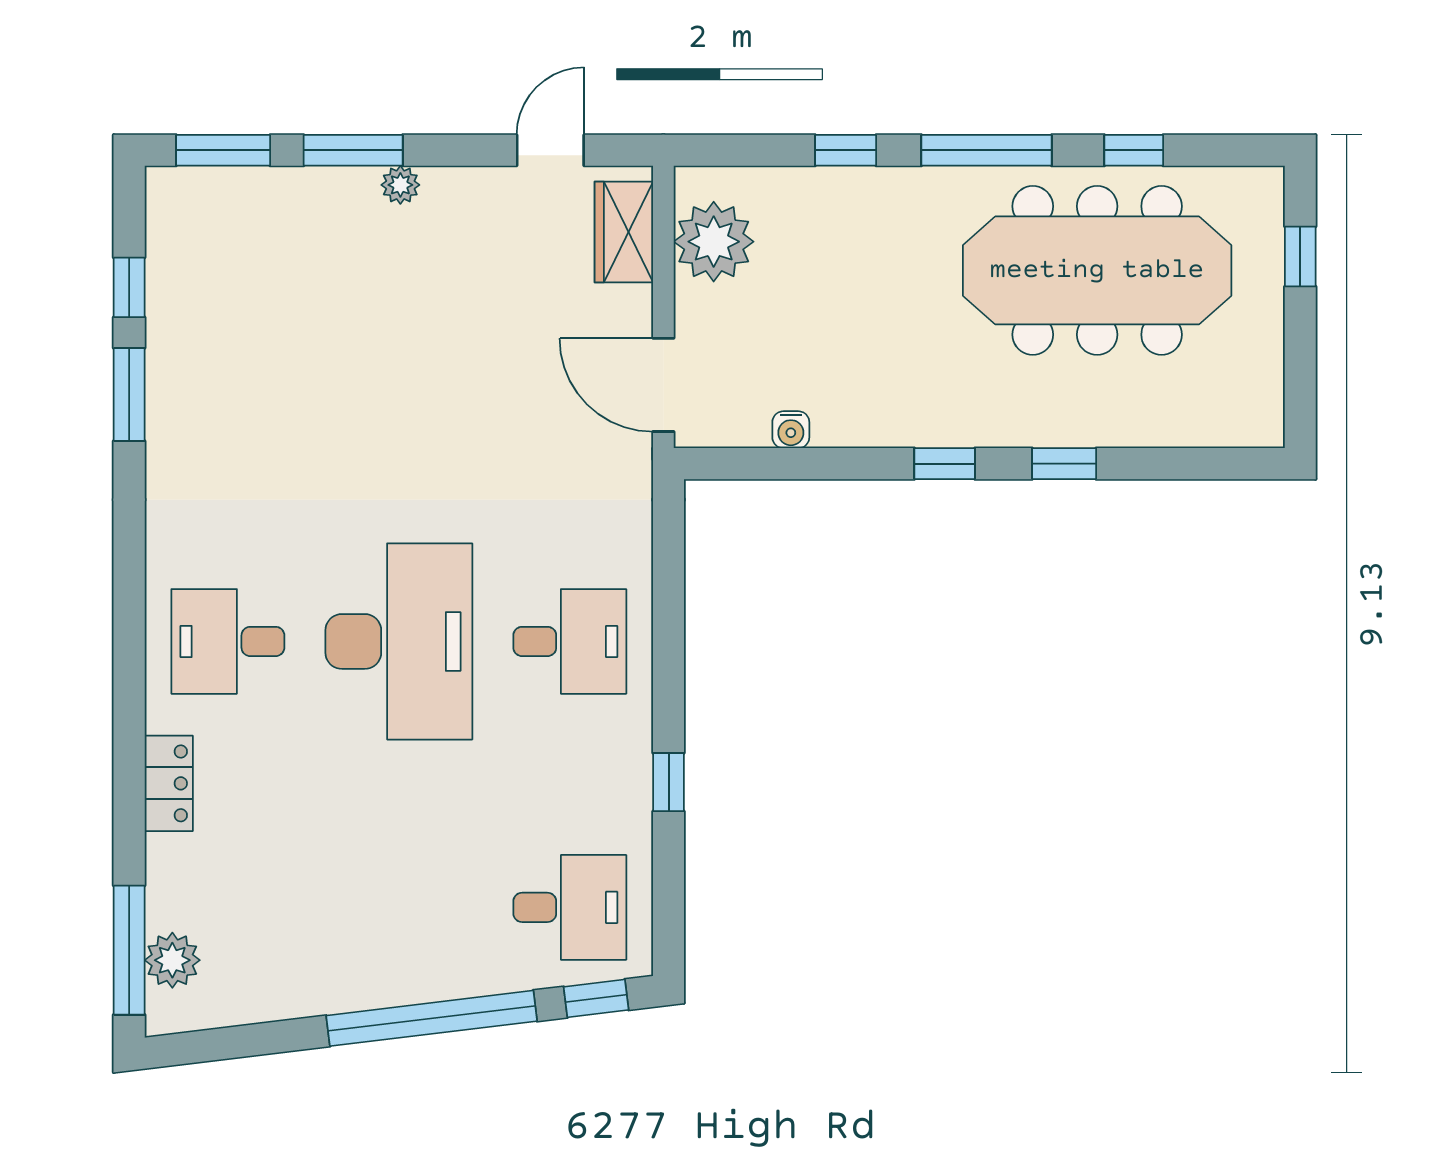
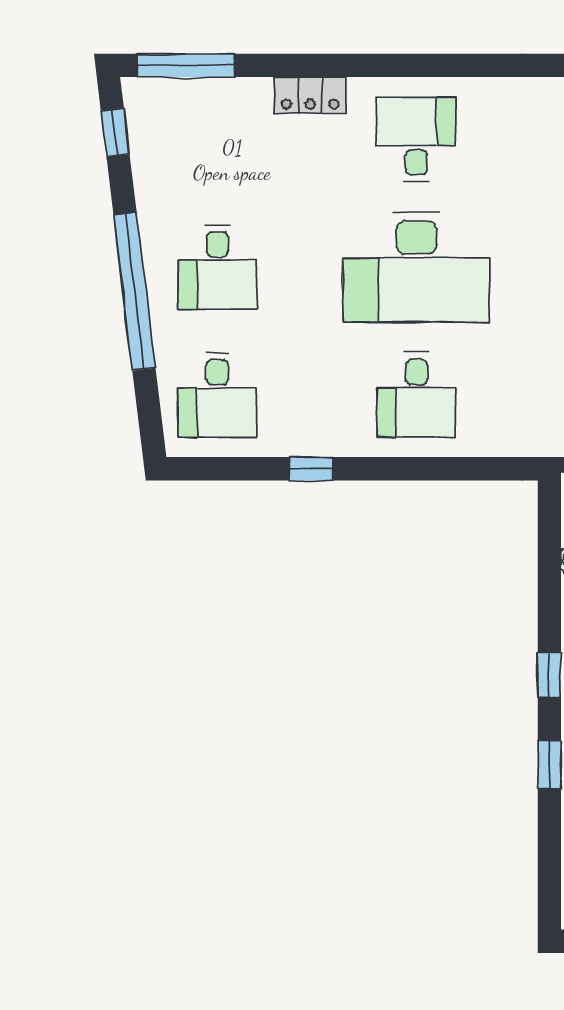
desk: (399, 907) -> (217, 267), added
plant: (172, 960) -> (178, 98), removed
window: (596, 998) -> (115, 133), moved

